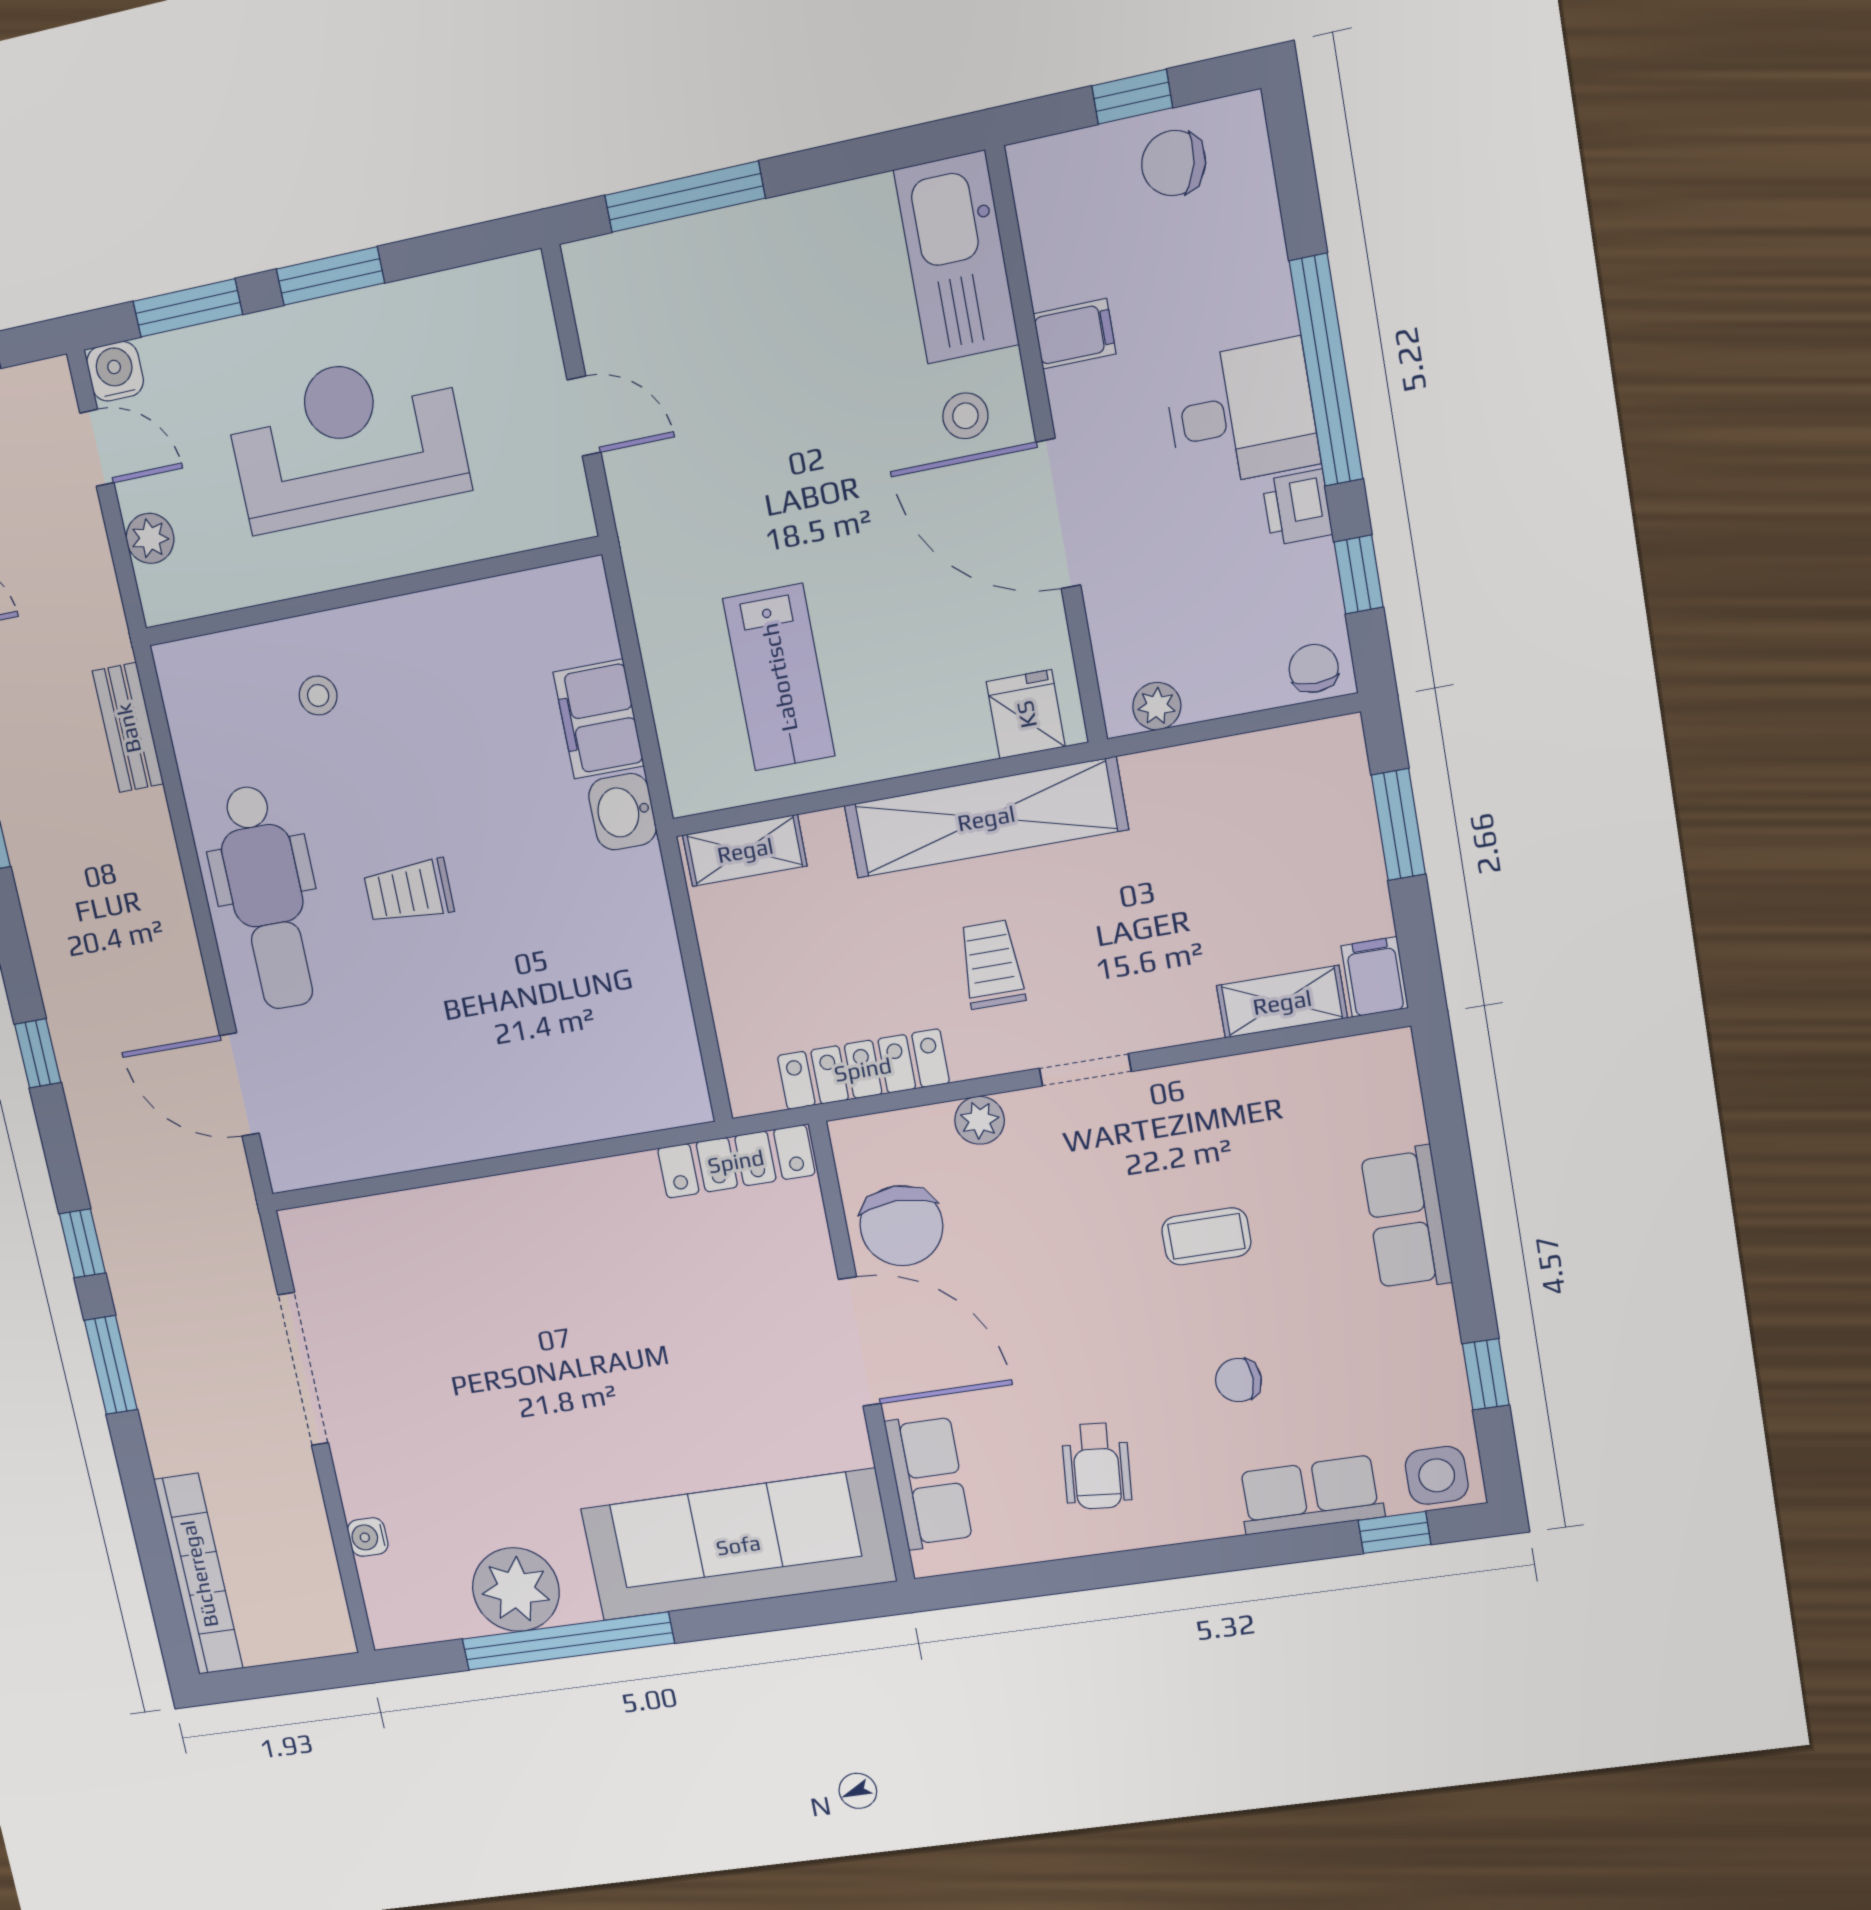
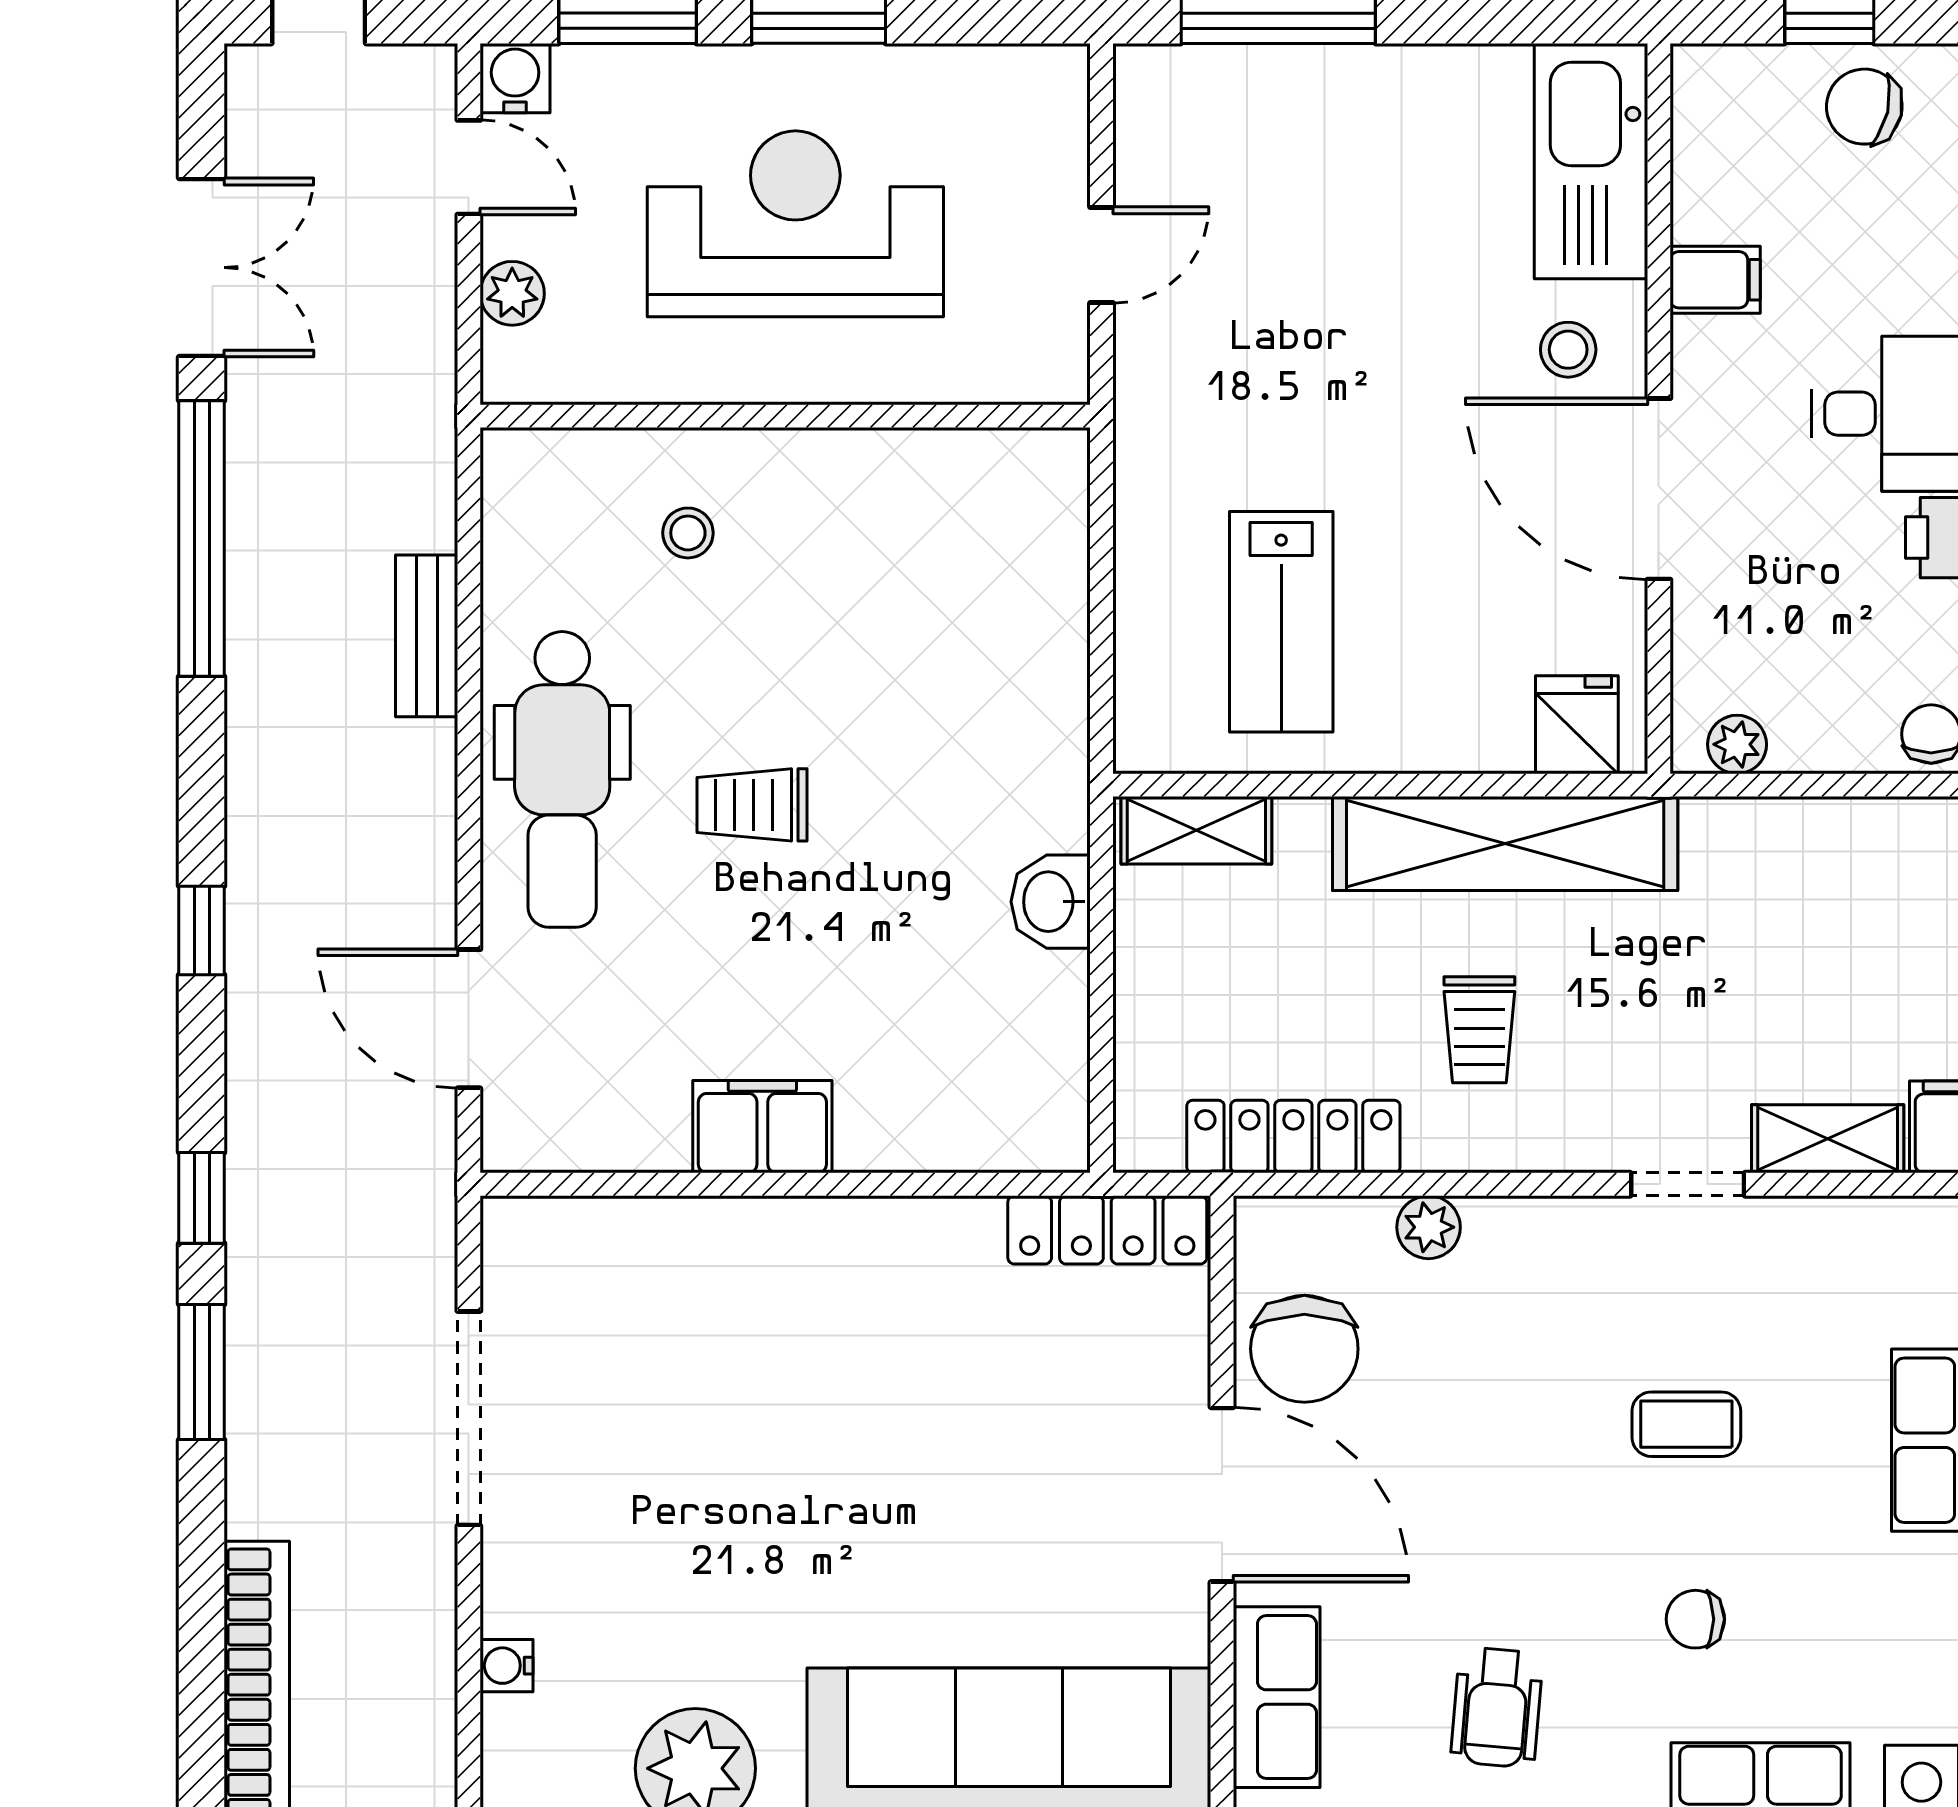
door: (584, 416) -> (1102, 255), hinge flipped
filing cabinet: (599, 719) -> (762, 1127), moved, turned 90
bench: (128, 728) -> (427, 636), moved
washbasin: (623, 812) -> (1051, 902), moved
trolley: (992, 964) -> (1479, 1030), turned 180
doorway: (1085, 1070) -> (1688, 1184), moved

